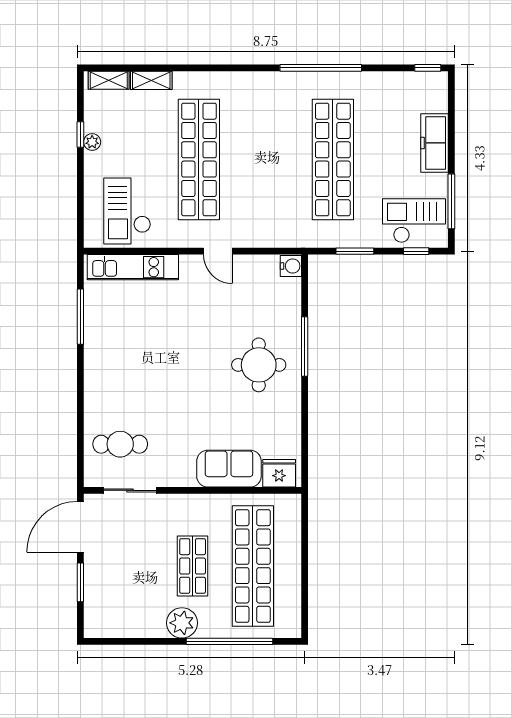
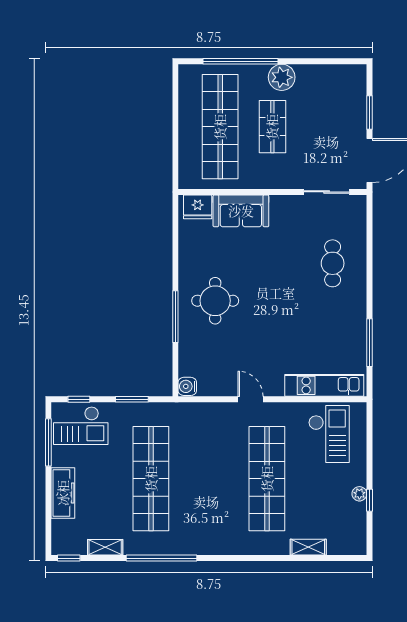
shelving: (109, 80) -> (105, 547), moved
cafe table: (120, 444) -> (333, 263), moved, turned 90

